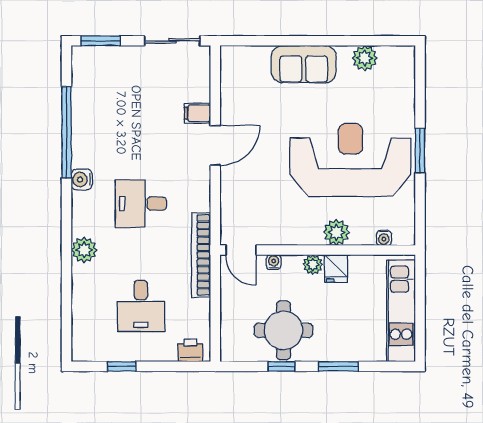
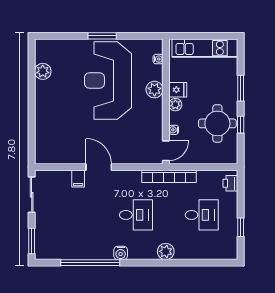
sofa: (304, 64) -> (47, 110), removed
desk: (141, 204) -> (136, 215), turned -90

